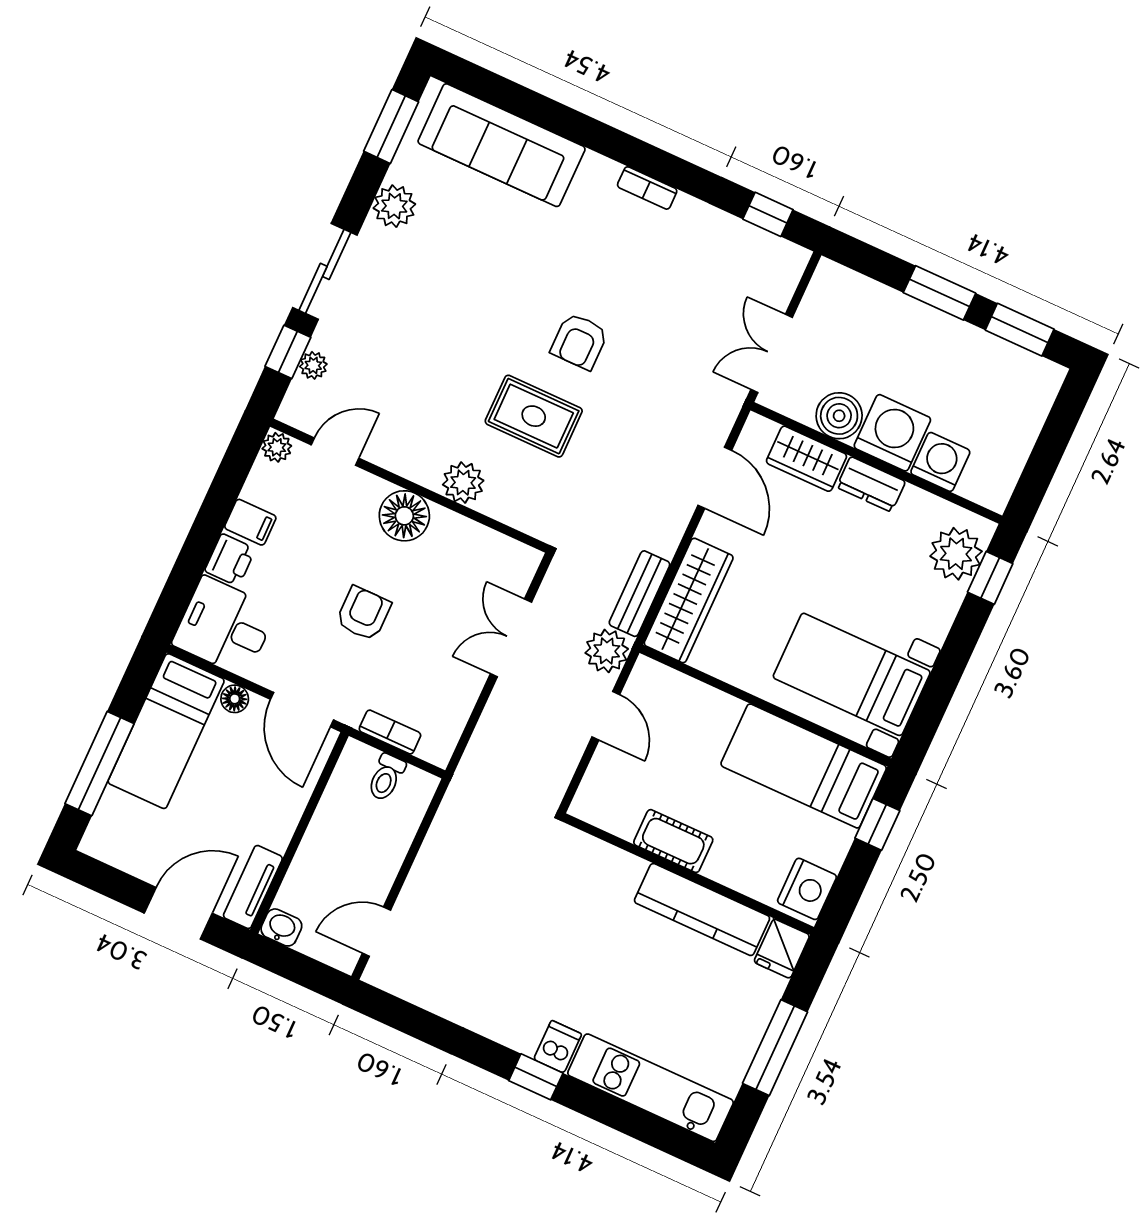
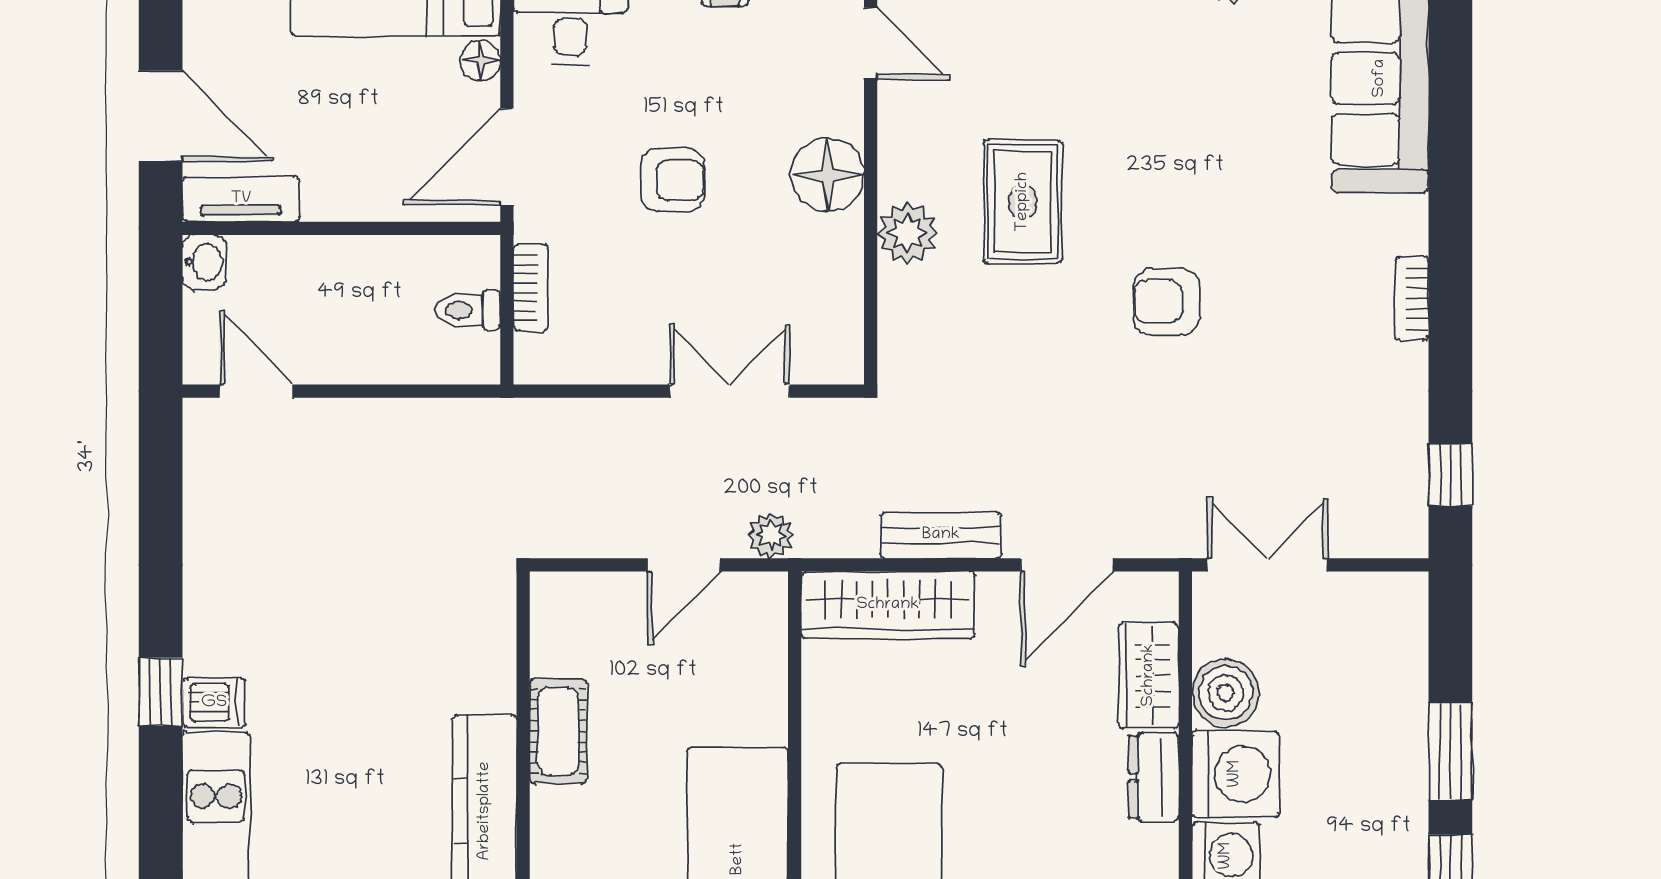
rug: (534, 416) -> (1023, 202), moved
bench: (639, 594) -> (941, 535), moved
plant: (607, 651) -> (771, 535), width x0.73, depth x0.73

